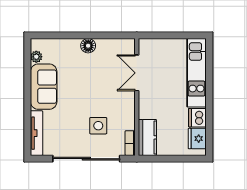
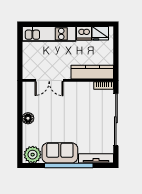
plant: (36, 57) -> (33, 155), width x1.88, depth x1.88
window: (27, 98) -> (69, 166), added
side table: (98, 126) -> (90, 110), removed
kitchen counter: (147, 137) -> (92, 72), width x1.50

